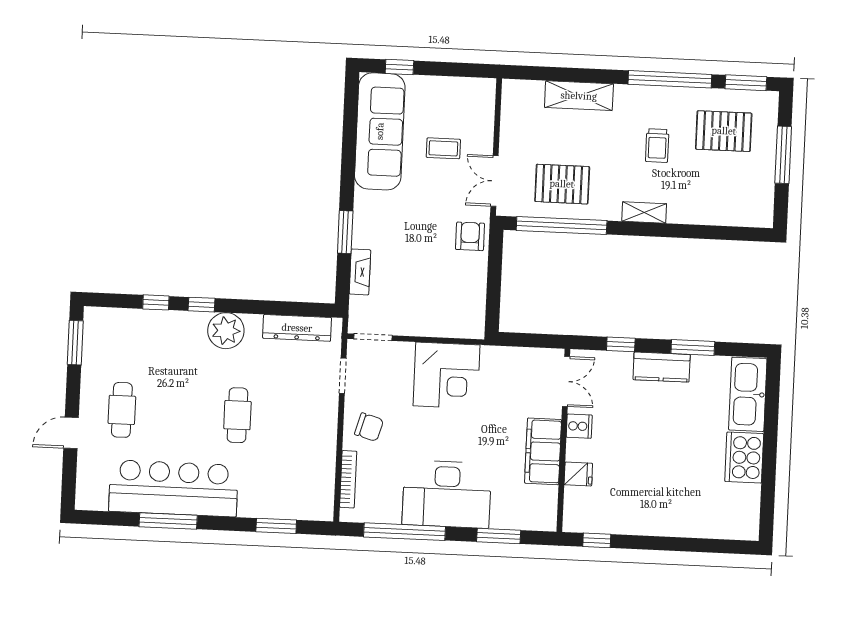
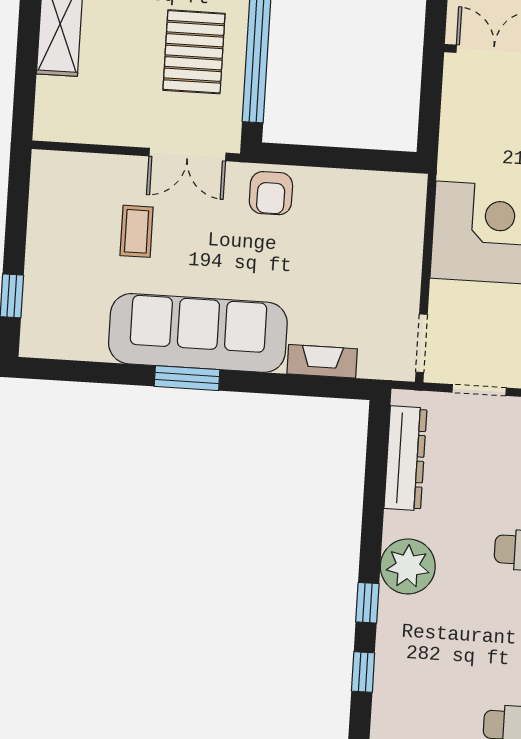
sofa: (380, 131) -> (198, 333), moved
window: (345, 232) -> (187, 378), moved
armchair: (470, 236) -> (271, 193), turned -90

